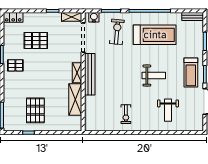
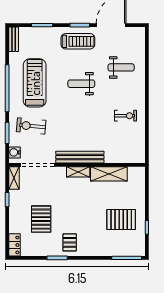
weight bench: (154, 76) -> (81, 84), turned -90

